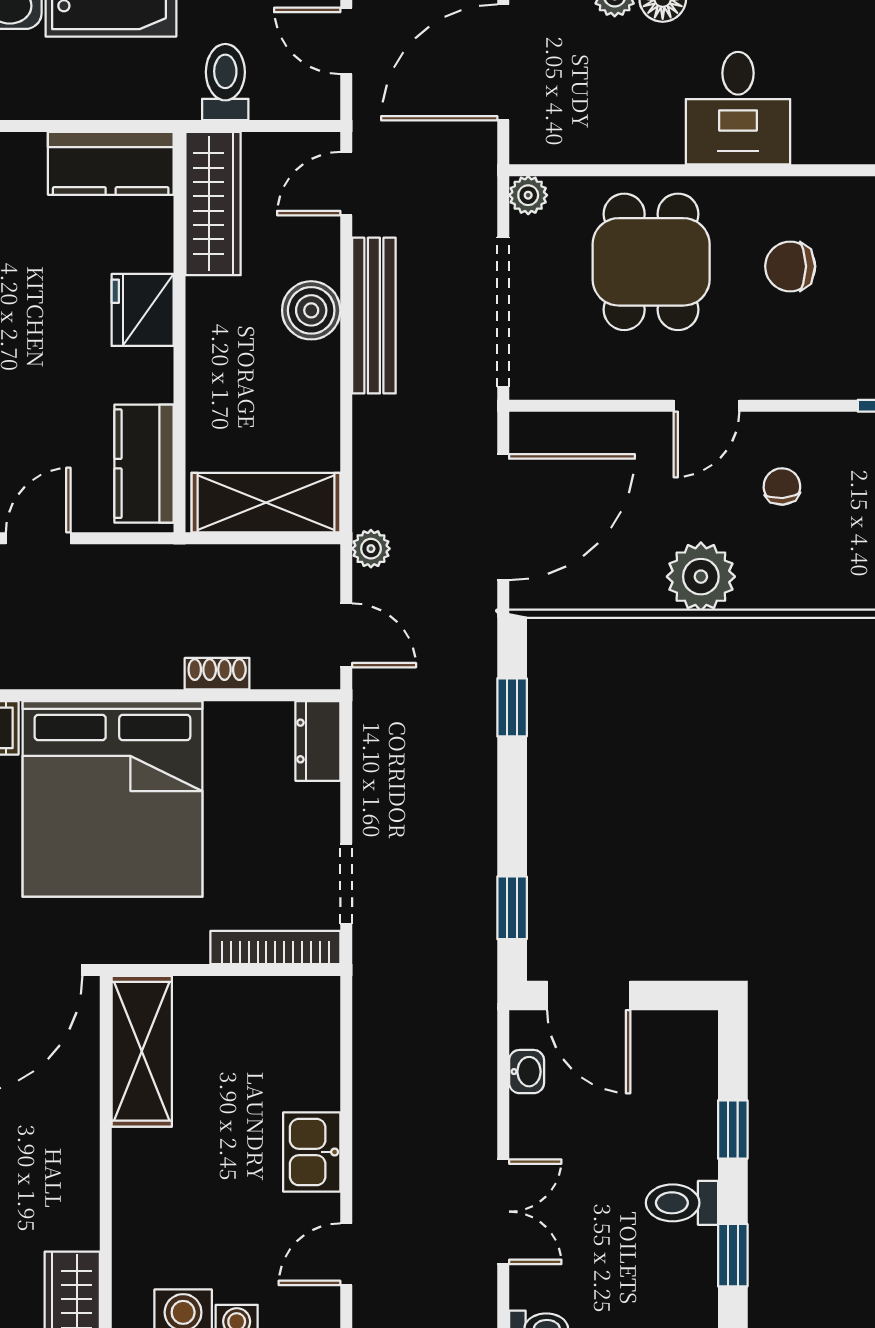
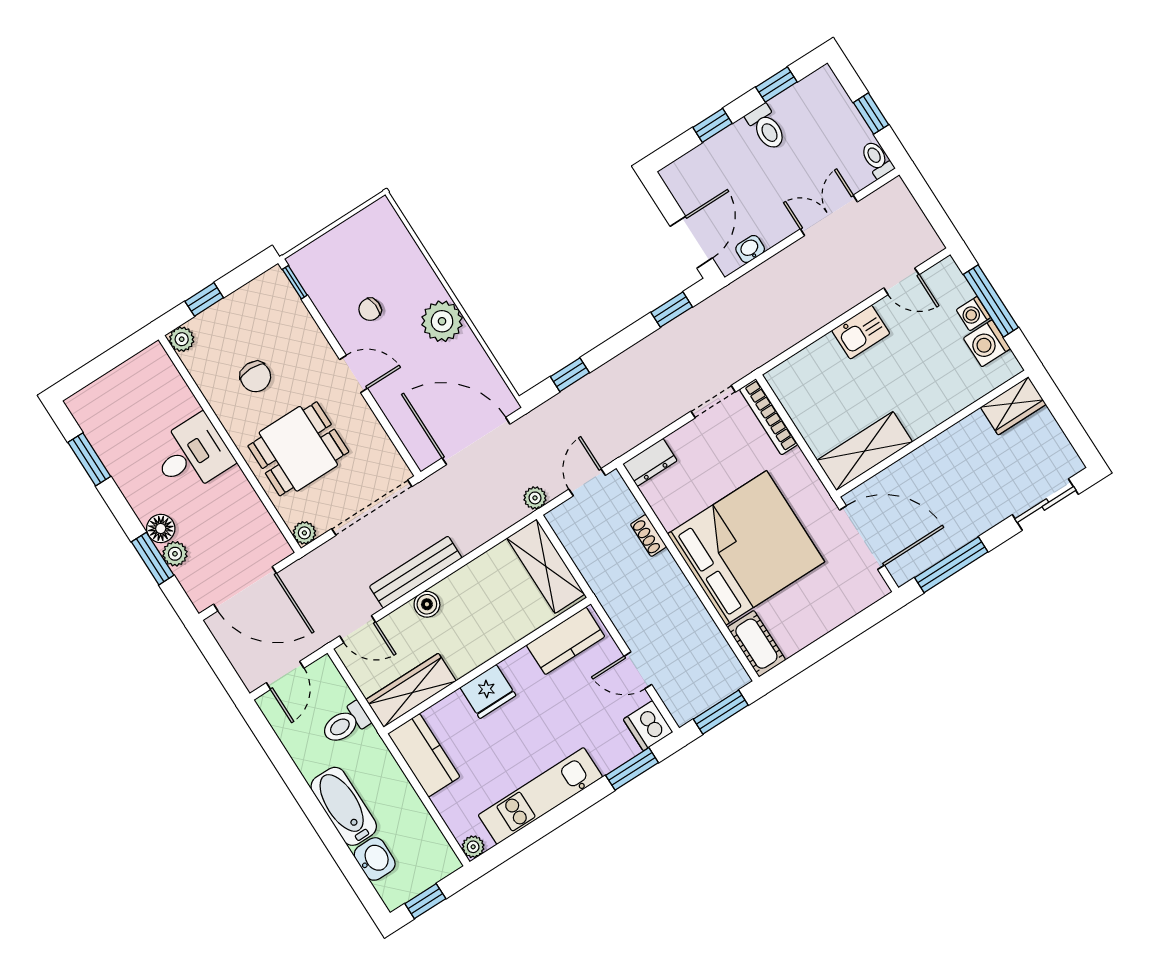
boiler: (311, 310) -> (427, 604), width x0.73, depth x0.73

